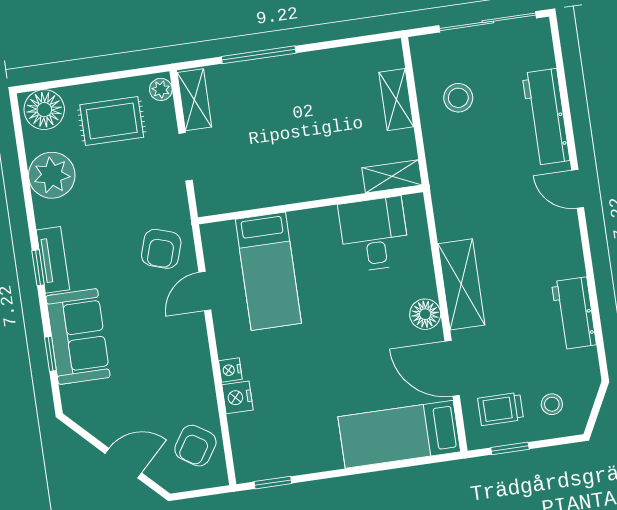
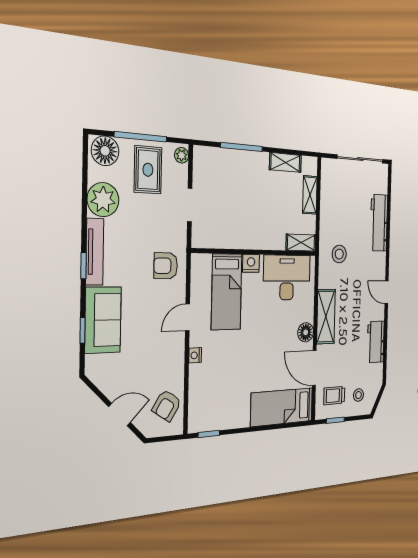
window: (93, 79) -> (141, 137), added
stool: (458, 98) -> (339, 254), moved
shelving: (194, 100) -> (285, 162), moved, turned 90
rug: (112, 121) -> (148, 170), turned 90
door: (578, 189) -> (387, 292), moved
desk: (374, 234) -> (287, 277), width x1.37
armchair: (161, 249) -> (166, 266), turned 72
tv unit: (53, 260) -> (95, 252), width x1.41
door: (205, 291) -> (187, 317), moved
nightstand: (238, 397) -> (251, 263), moved, turned 90

